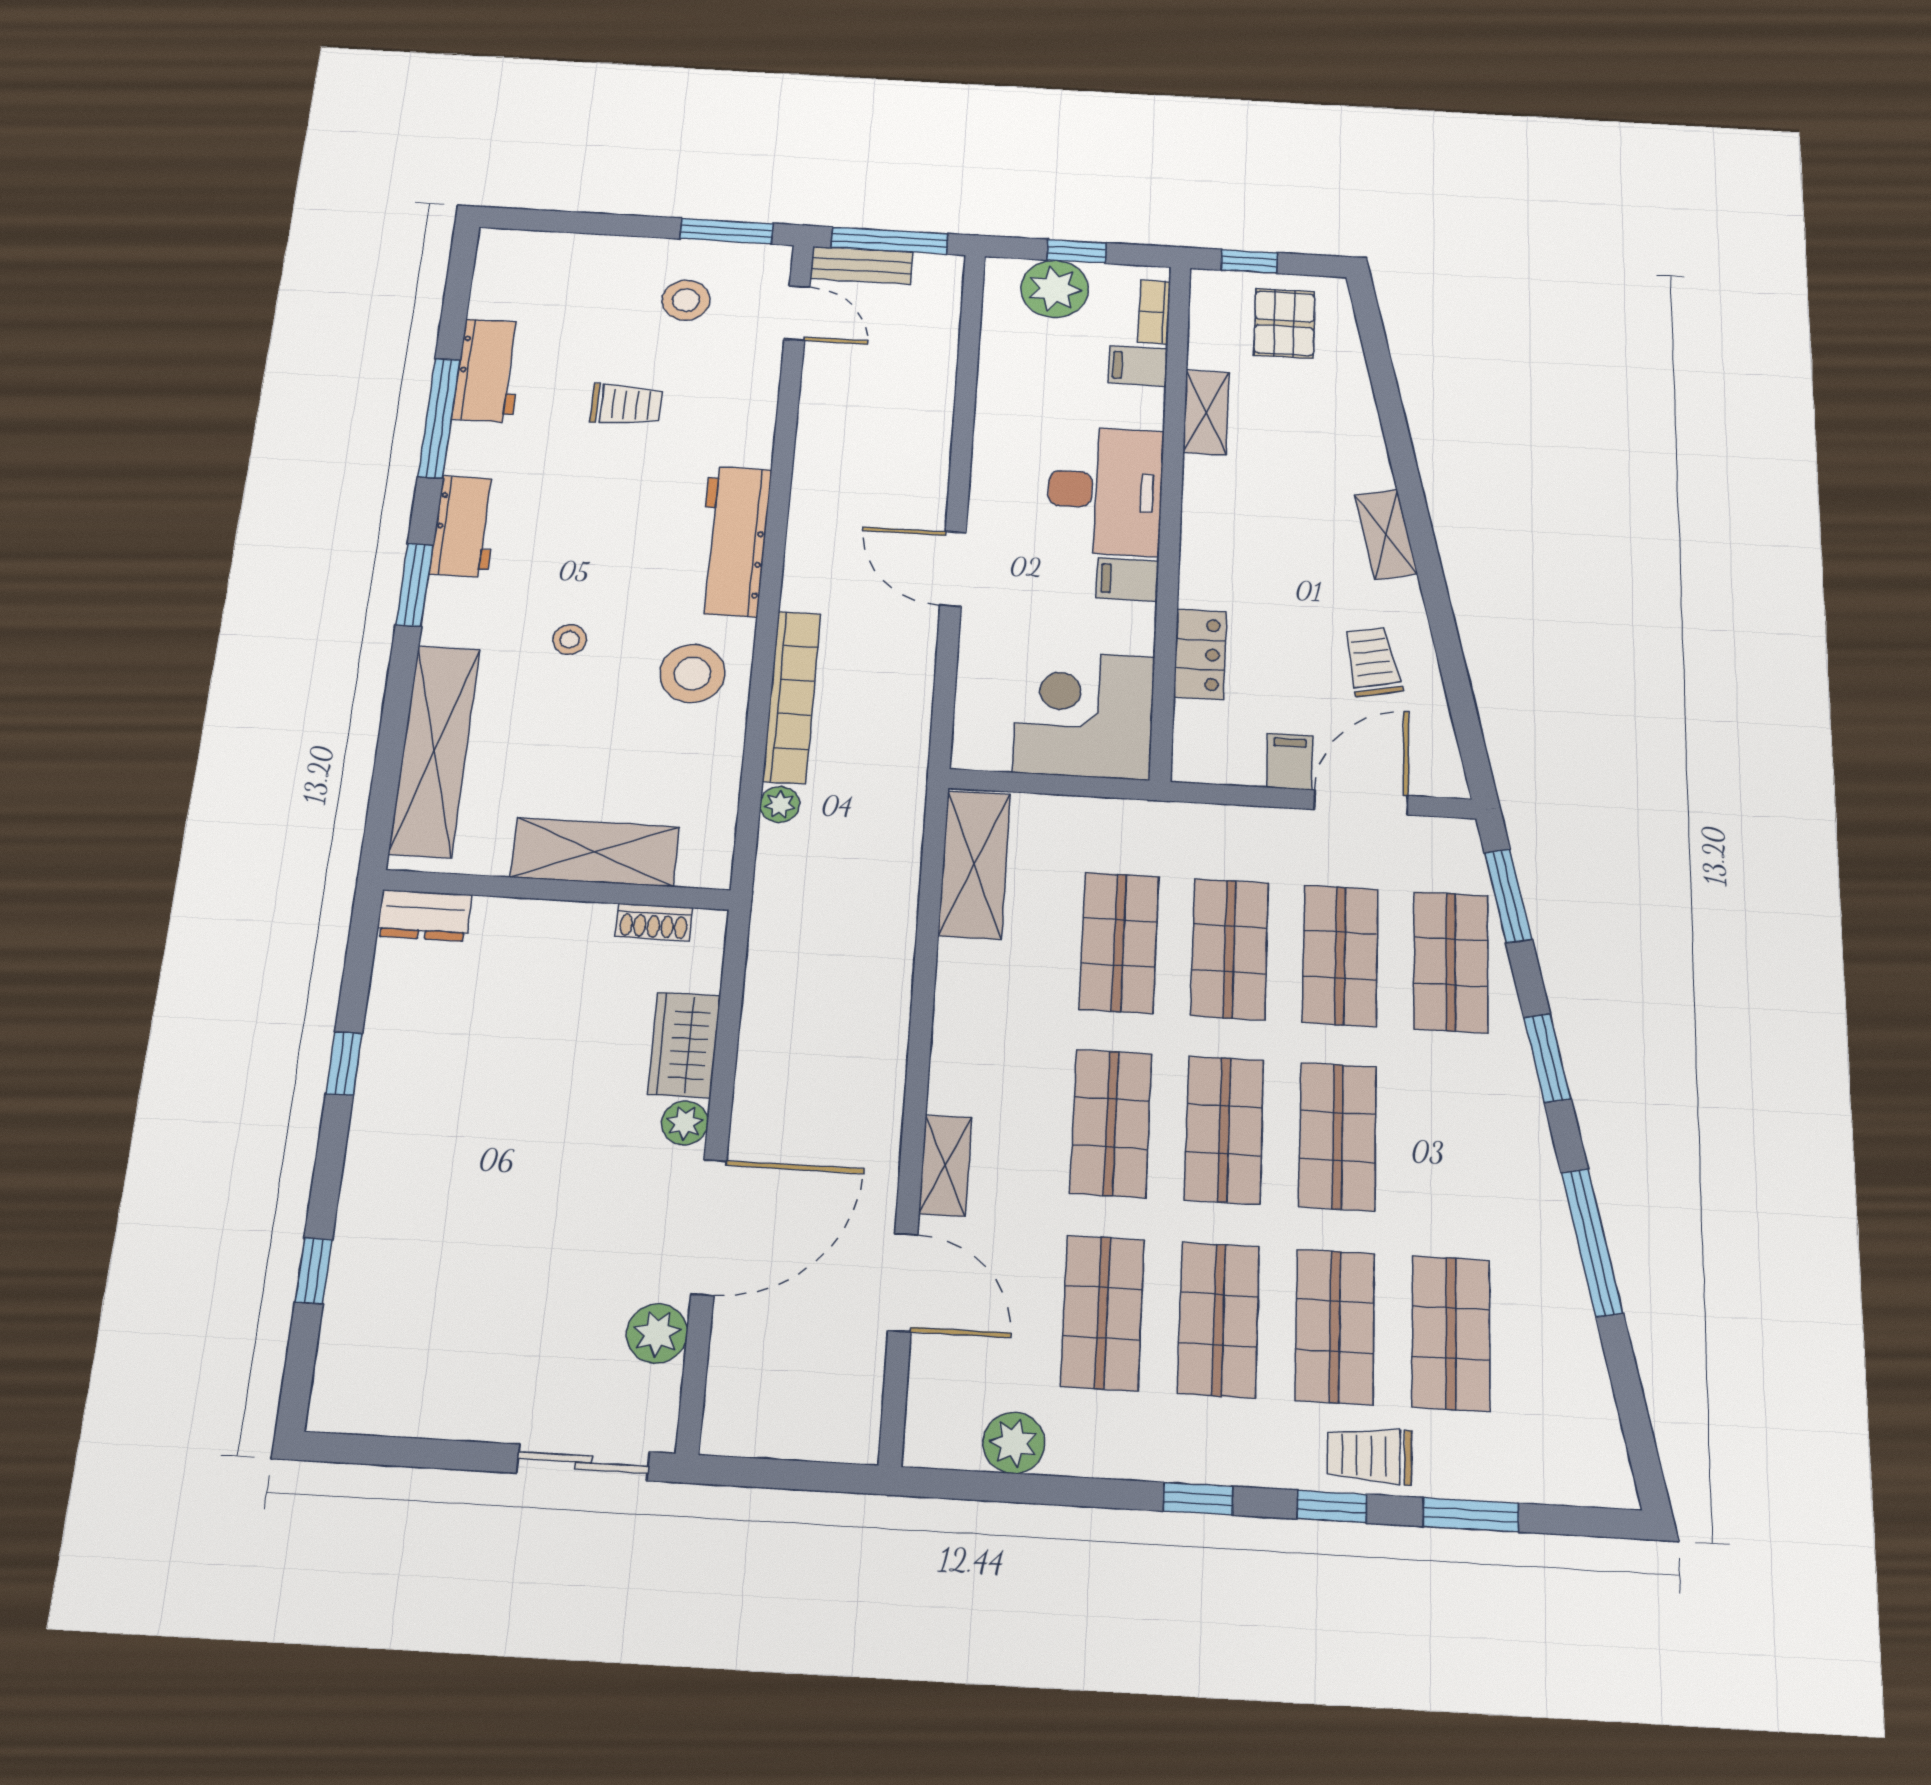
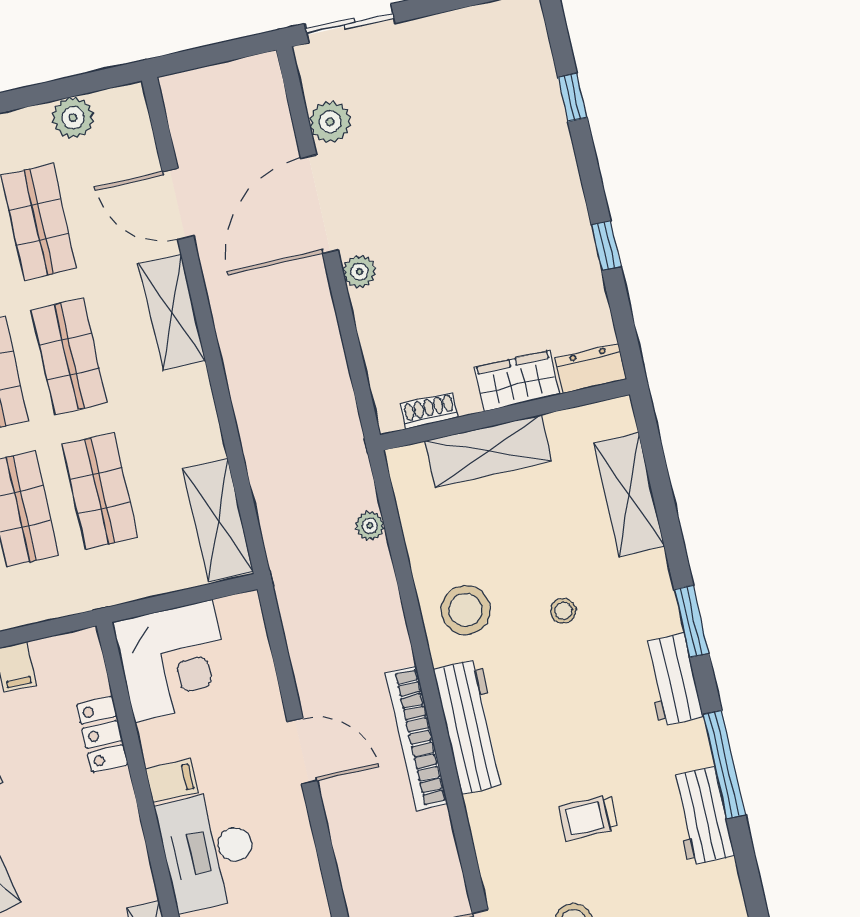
bookcase: (792, 697) -> (416, 738), moved
shelving: (435, 751) -> (629, 495), width x0.68
wardrobe: (684, 1045) -> (517, 381), moved, turned -90
shelving: (945, 1166) -> (172, 312), width x1.50, depth x1.33

